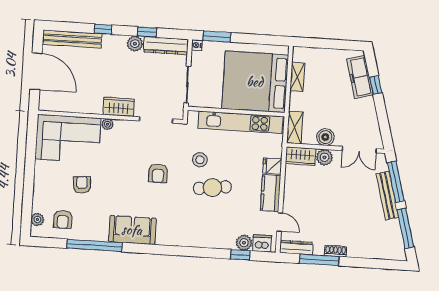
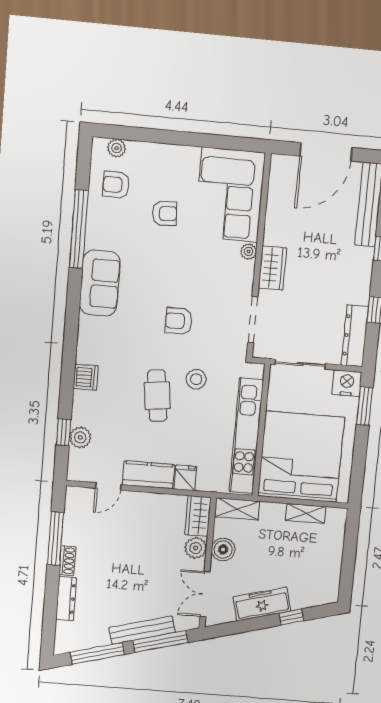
plant: (135, 44) -> (359, 293), removed
nightstand: (197, 45) -> (347, 383), width x1.89, depth x1.79
freezer: (360, 77) -> (262, 604), moved
dishwasher: (262, 243) -> (86, 377), moved
dresser: (296, 248) -> (66, 599), moved

